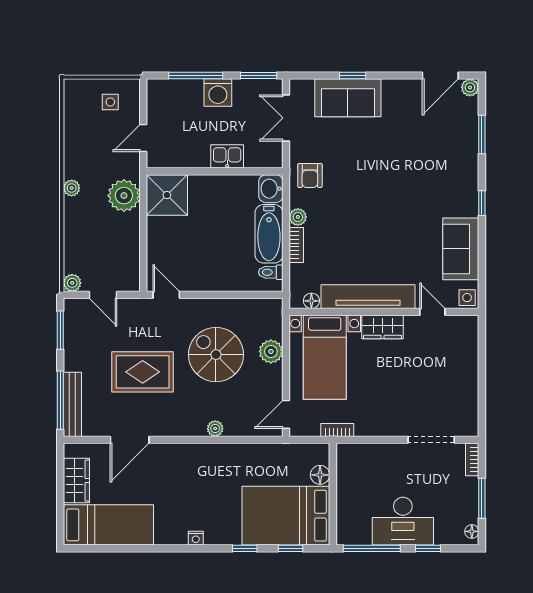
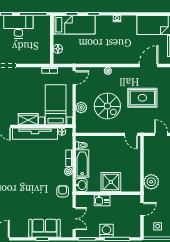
shower: (167, 195) -> (111, 182), moved
bed: (286, 516) -> (74, 25), width x0.67

